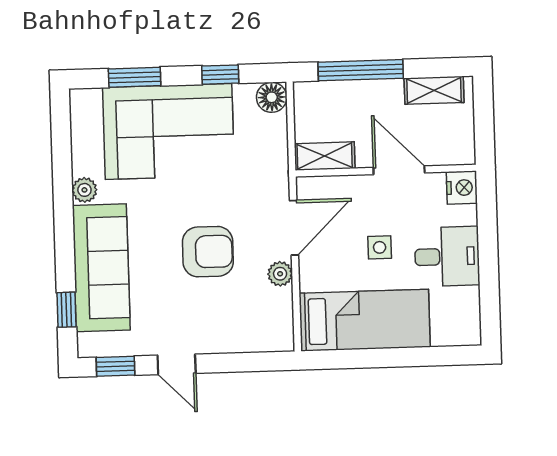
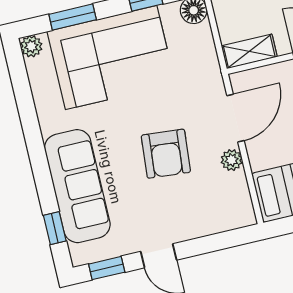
plant: (84, 190) -> (31, 46), moved
armchair: (208, 252) -> (166, 154), turned 95

